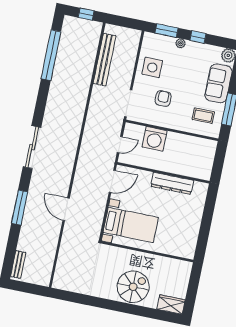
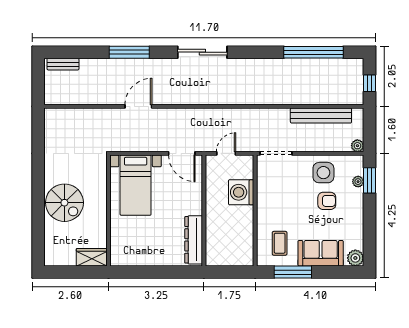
plant: (136, 35) -> (357, 146), added
window: (198, 37) -> (370, 218), removed
plant: (180, 43) -> (358, 182), moved
armchair: (163, 99) -> (327, 201), moved
door: (120, 145) -> (226, 153), swing flipped
dresser: (172, 183) -> (194, 240), moved
wardrobe: (171, 305) -> (92, 257), moved, turned -90

